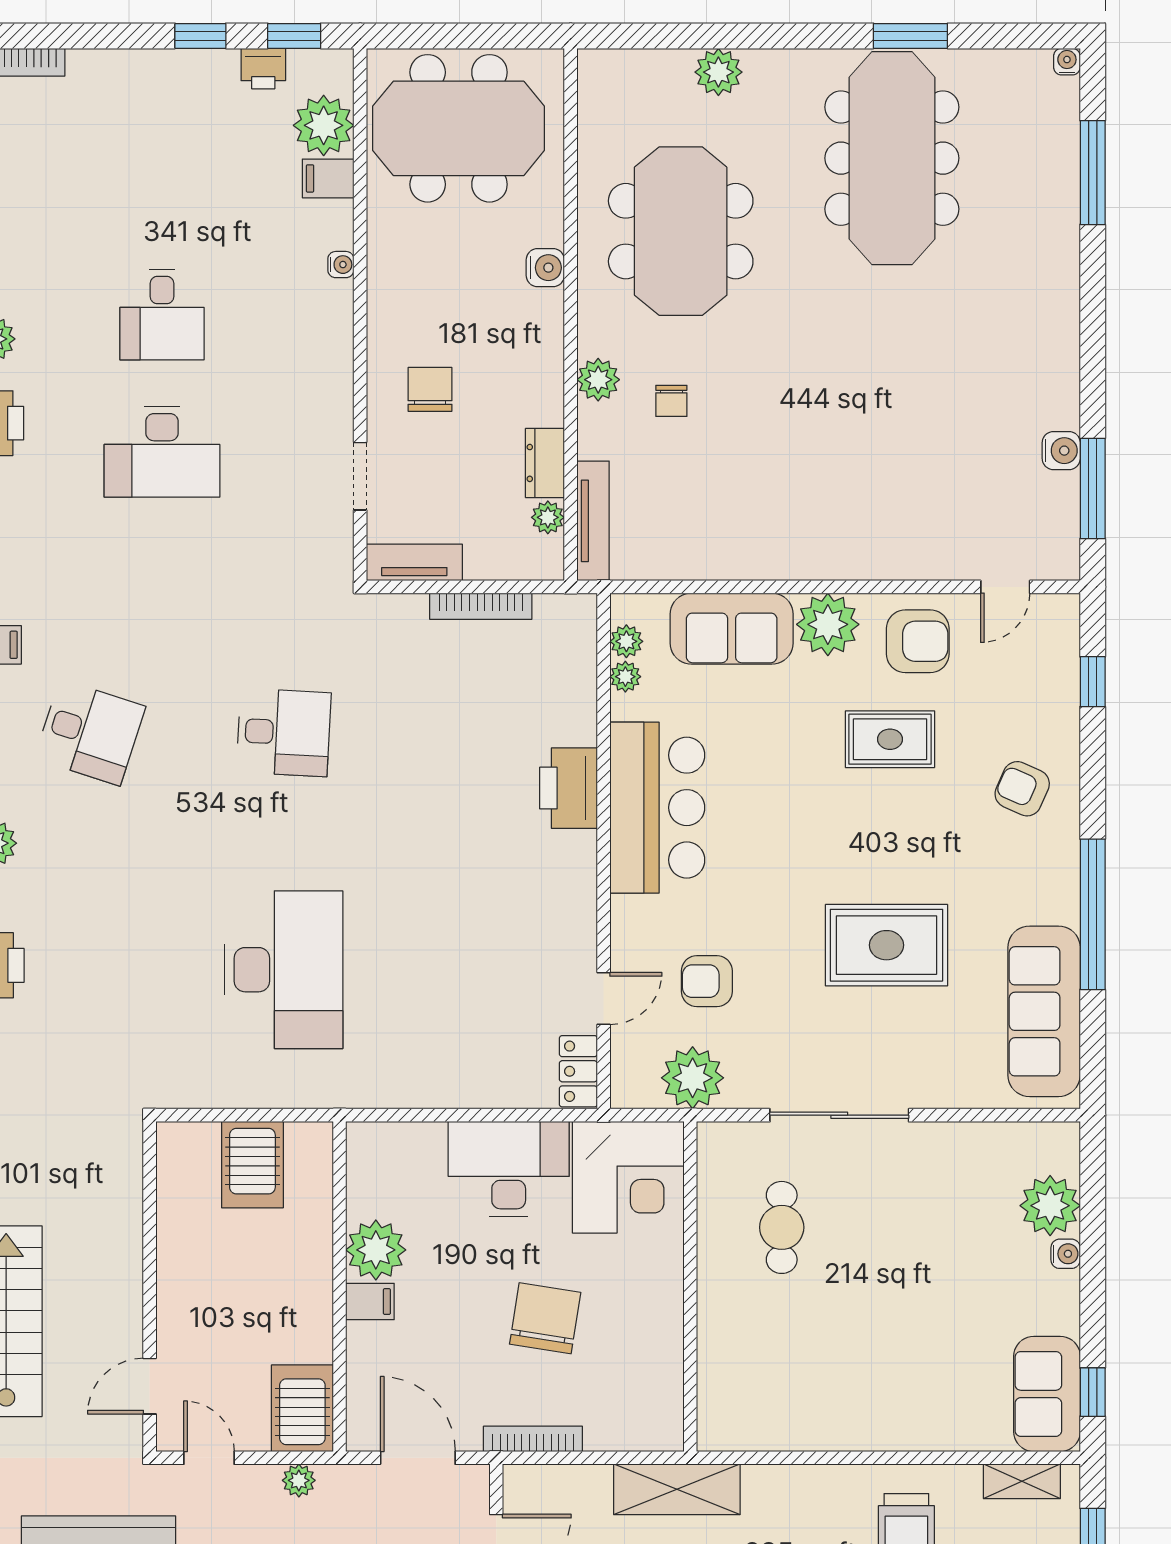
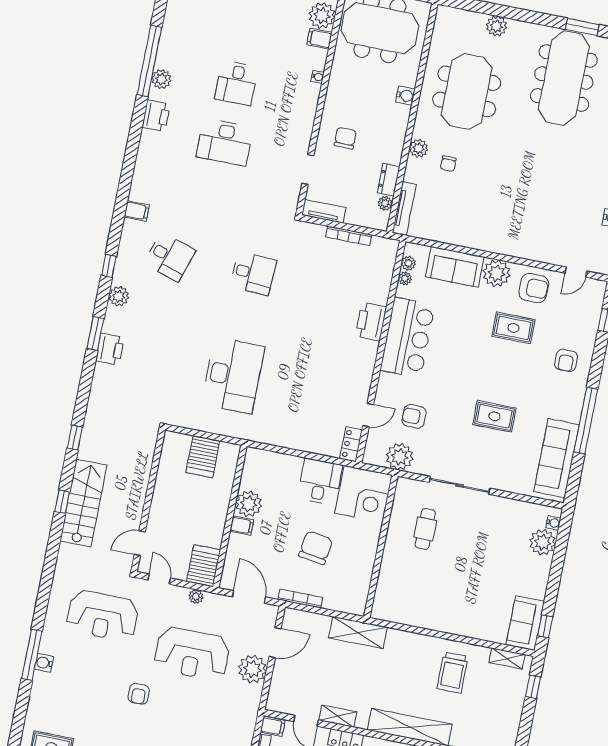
armchair: (1022, 789) -> (566, 360), turned -114
rug: (887, 945) -> (494, 416), width x0.73, depth x0.70
desk: (509, 1169) -> (320, 482), width x0.73
water cooler: (1066, 1254) -> (553, 523), moved

